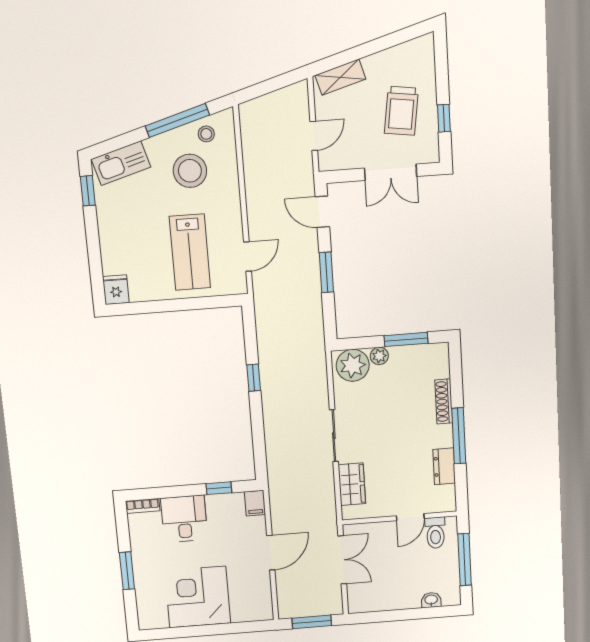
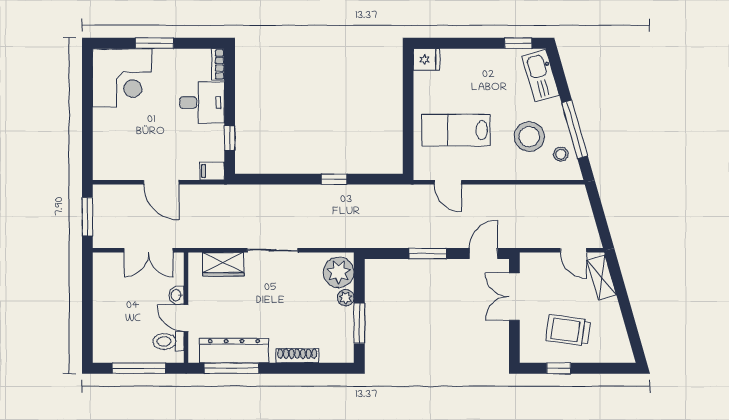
door: (314, 136) -> (573, 250), moved
double door: (391, 172) -> (514, 297), moved
window: (459, 436) -> (231, 368), moved
dresser: (444, 466) -> (234, 351), width x1.96, depth x1.24
corner desk: (198, 597) -> (122, 78), moved, turned 90
washbasin: (431, 600) -> (176, 295), moved, turned 180

